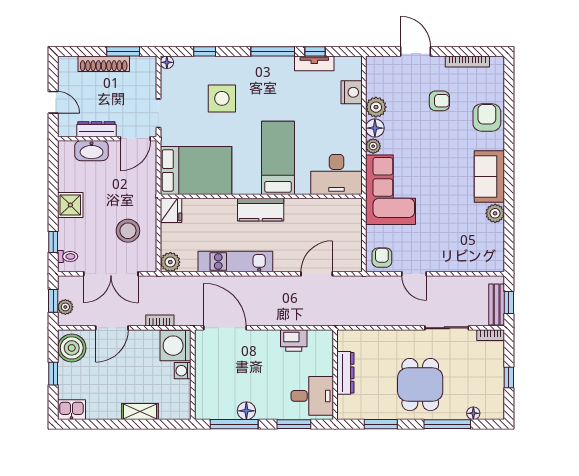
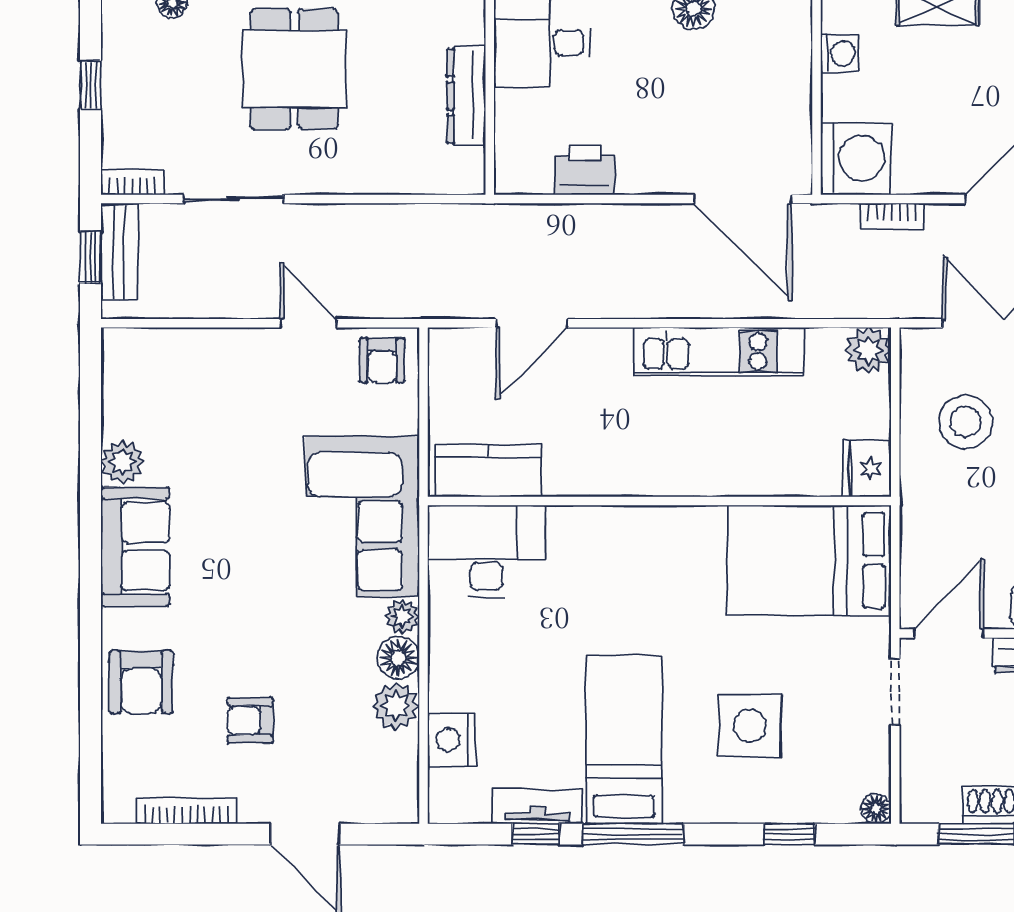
bed: (278, 158) -> (624, 740), moved, turned 180
kitchen counter: (261, 210) -> (488, 470), moved
washing machine: (183, 371) -> (840, 53), moved

